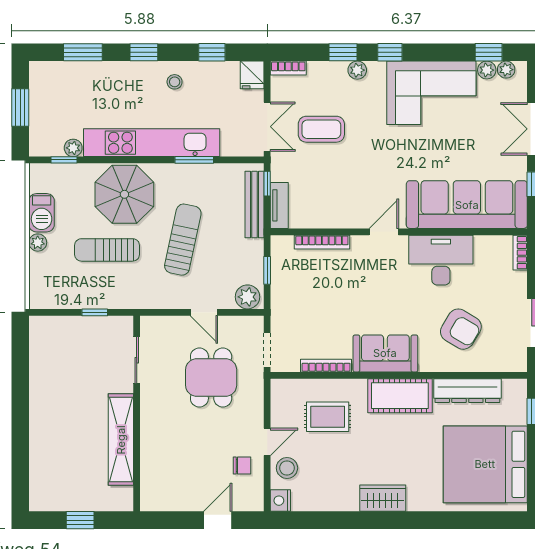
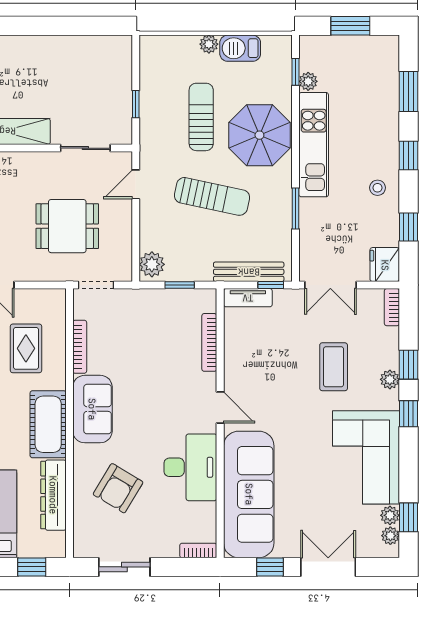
fridge: (252, 75) -> (385, 265), width x1.38
coffee table: (321, 129) -> (334, 367), moved
kitchen unit: (152, 143) -> (314, 145), width x0.73
door: (204, 312) -> (136, 184), moved

